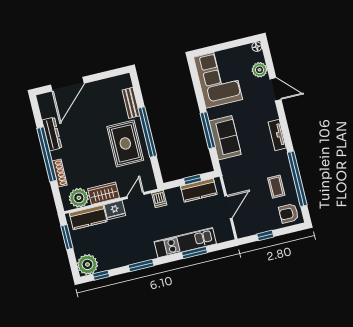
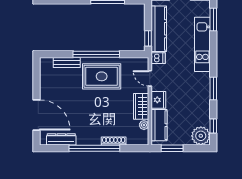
dresser: (52, 134) -> (61, 139), moved
window: (193, 180) -> (148, 38), moved
kitchen counter: (199, 190) -> (159, 29), width x1.50
plant: (79, 198) -> (144, 125), width x0.53, depth x0.53
window: (194, 253) -> (213, 20), moved

